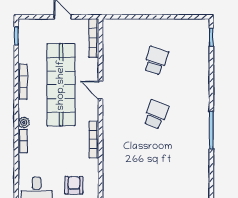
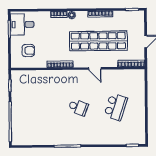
school desk: (156, 61) -> (116, 107), width x1.85
door: (100, 90) -> (95, 68), swing flipped

